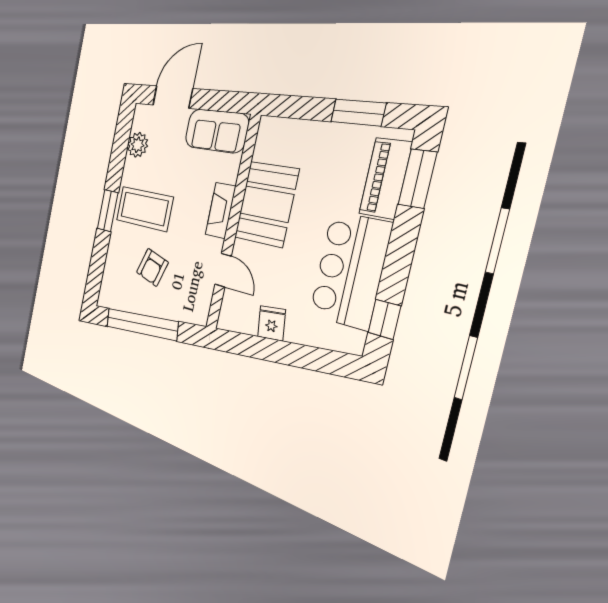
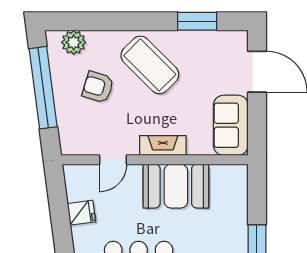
plant: (138, 145) -> (74, 42), moved
coffee table: (144, 209) -> (150, 65), turned -45
window: (108, 211) -> (197, 21), moved

